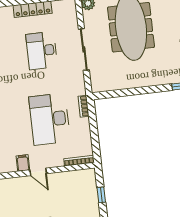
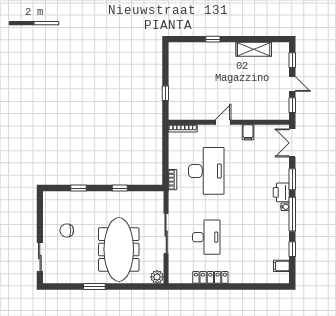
window: (137, 91) -> (120, 188), added
filing cabinet: (23, 163) -> (248, 132), moved
door: (38, 172) -> (223, 122), hinge flipped

